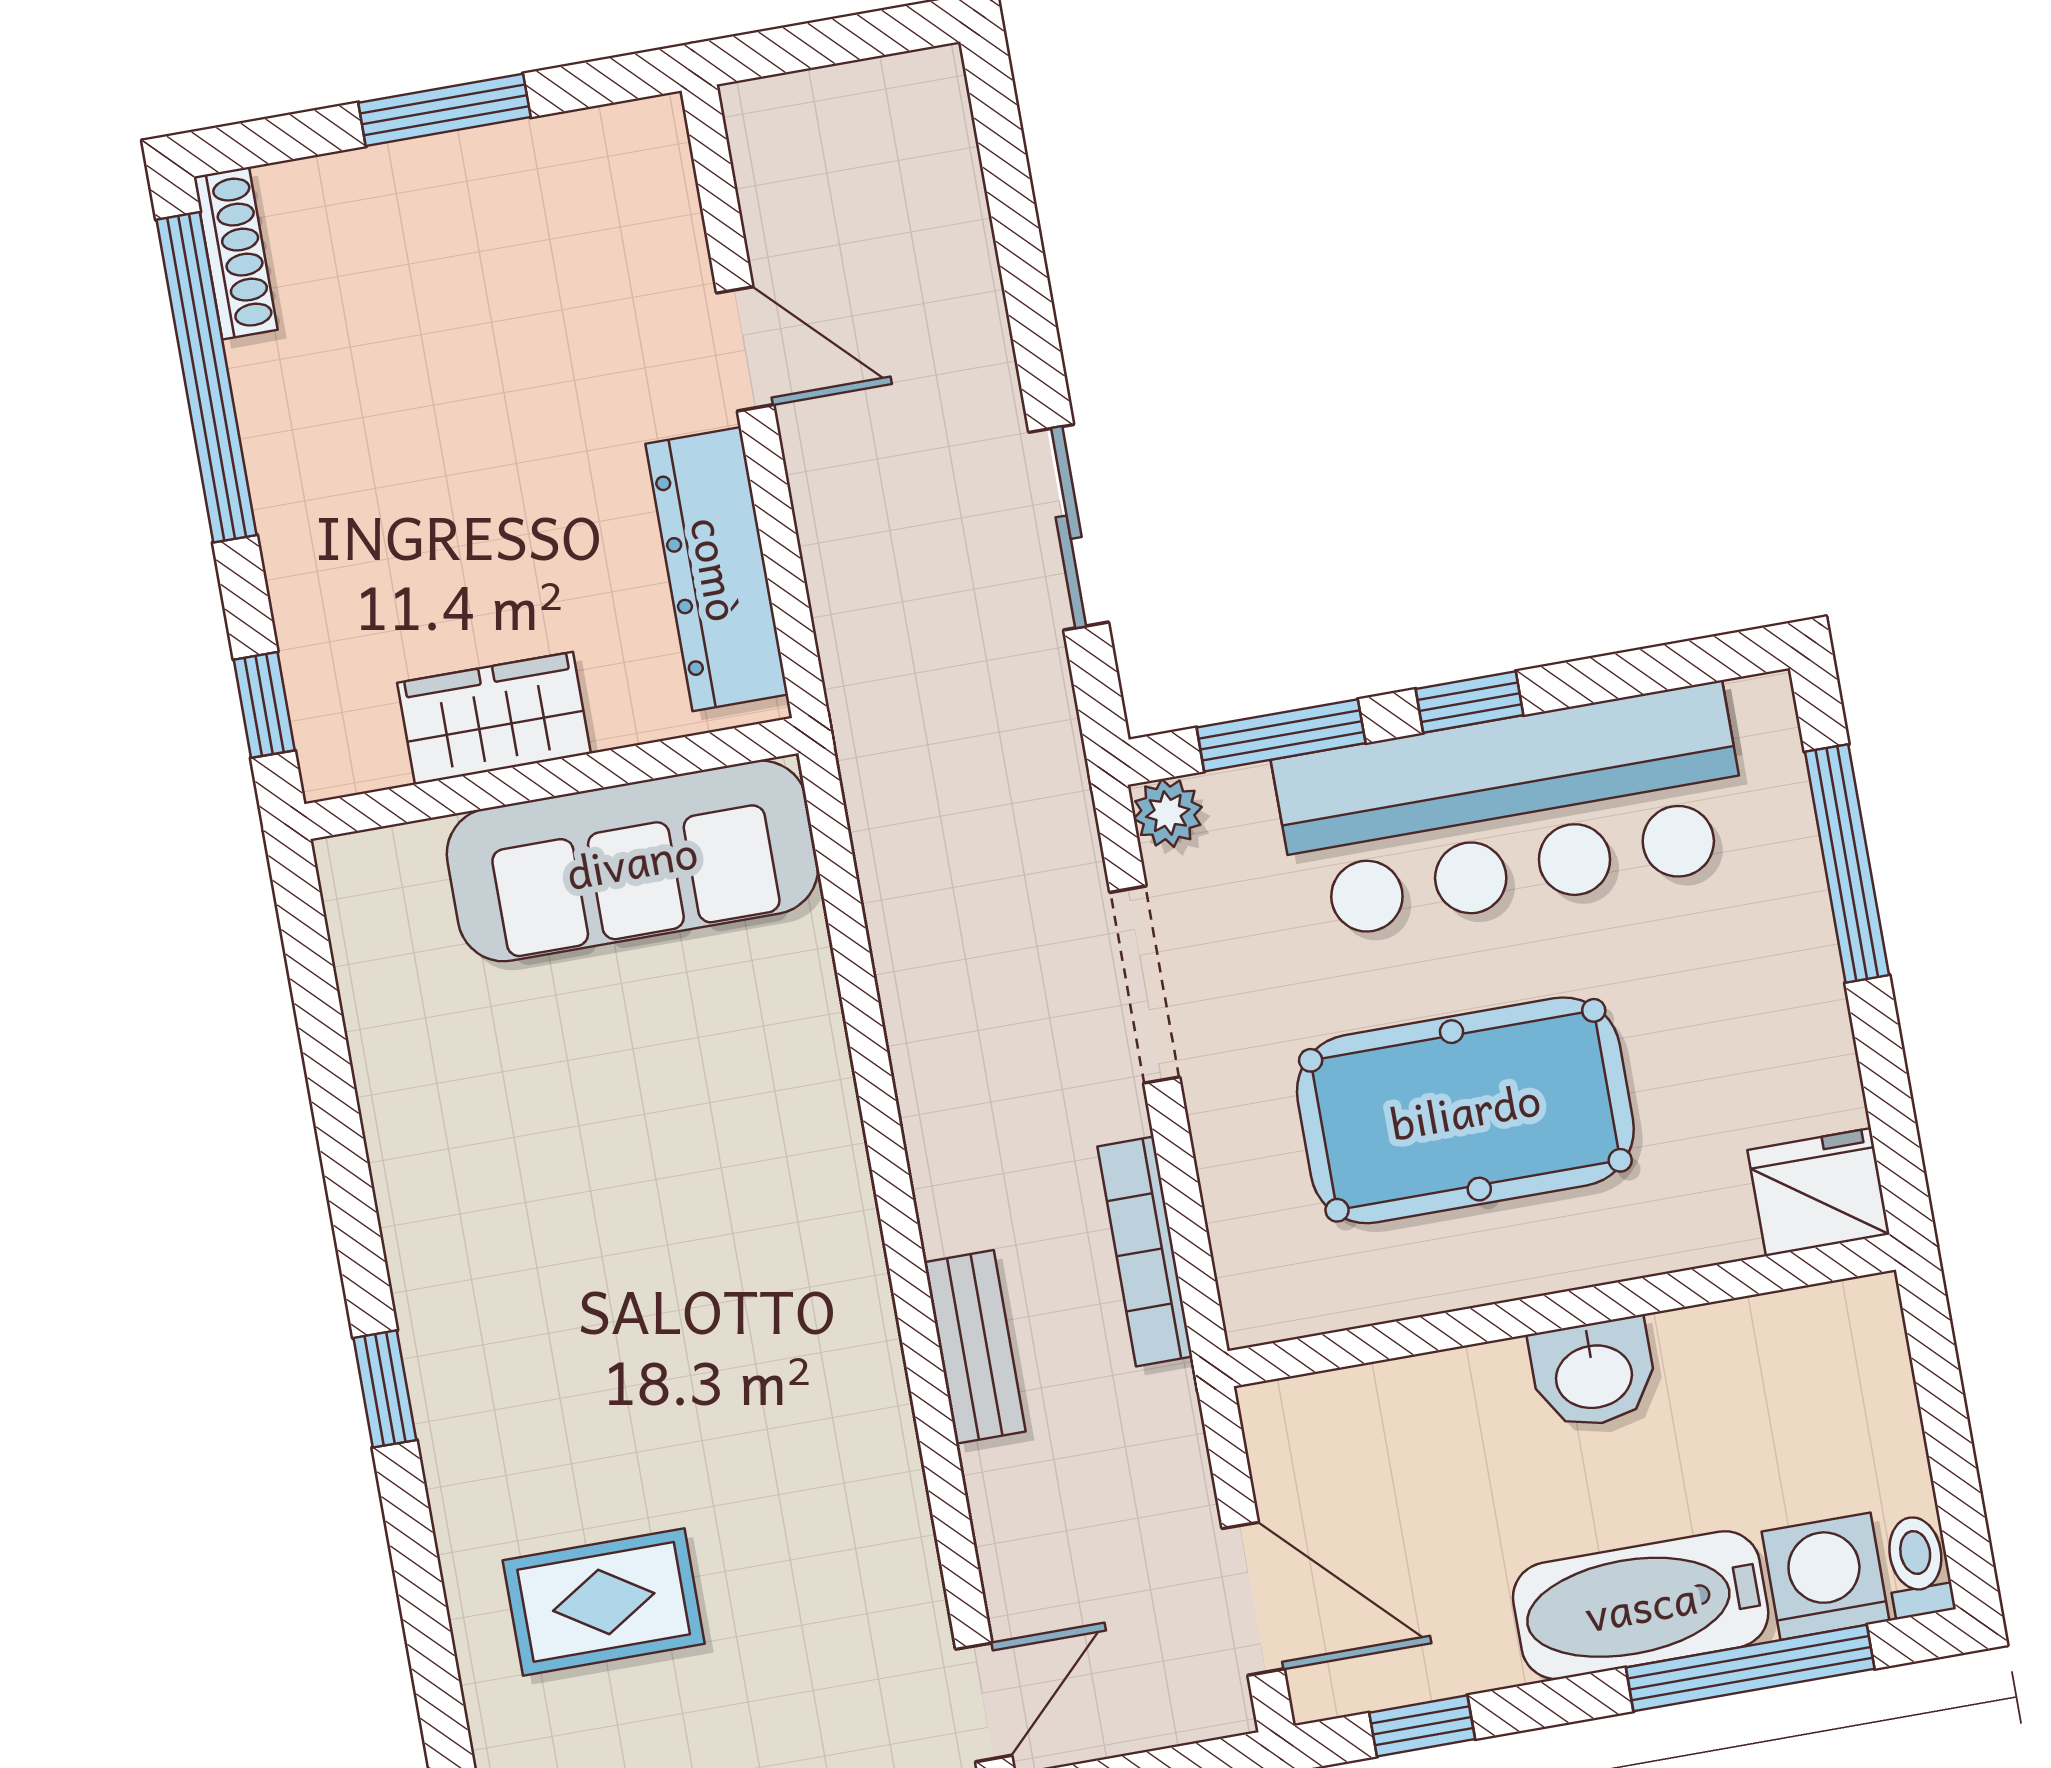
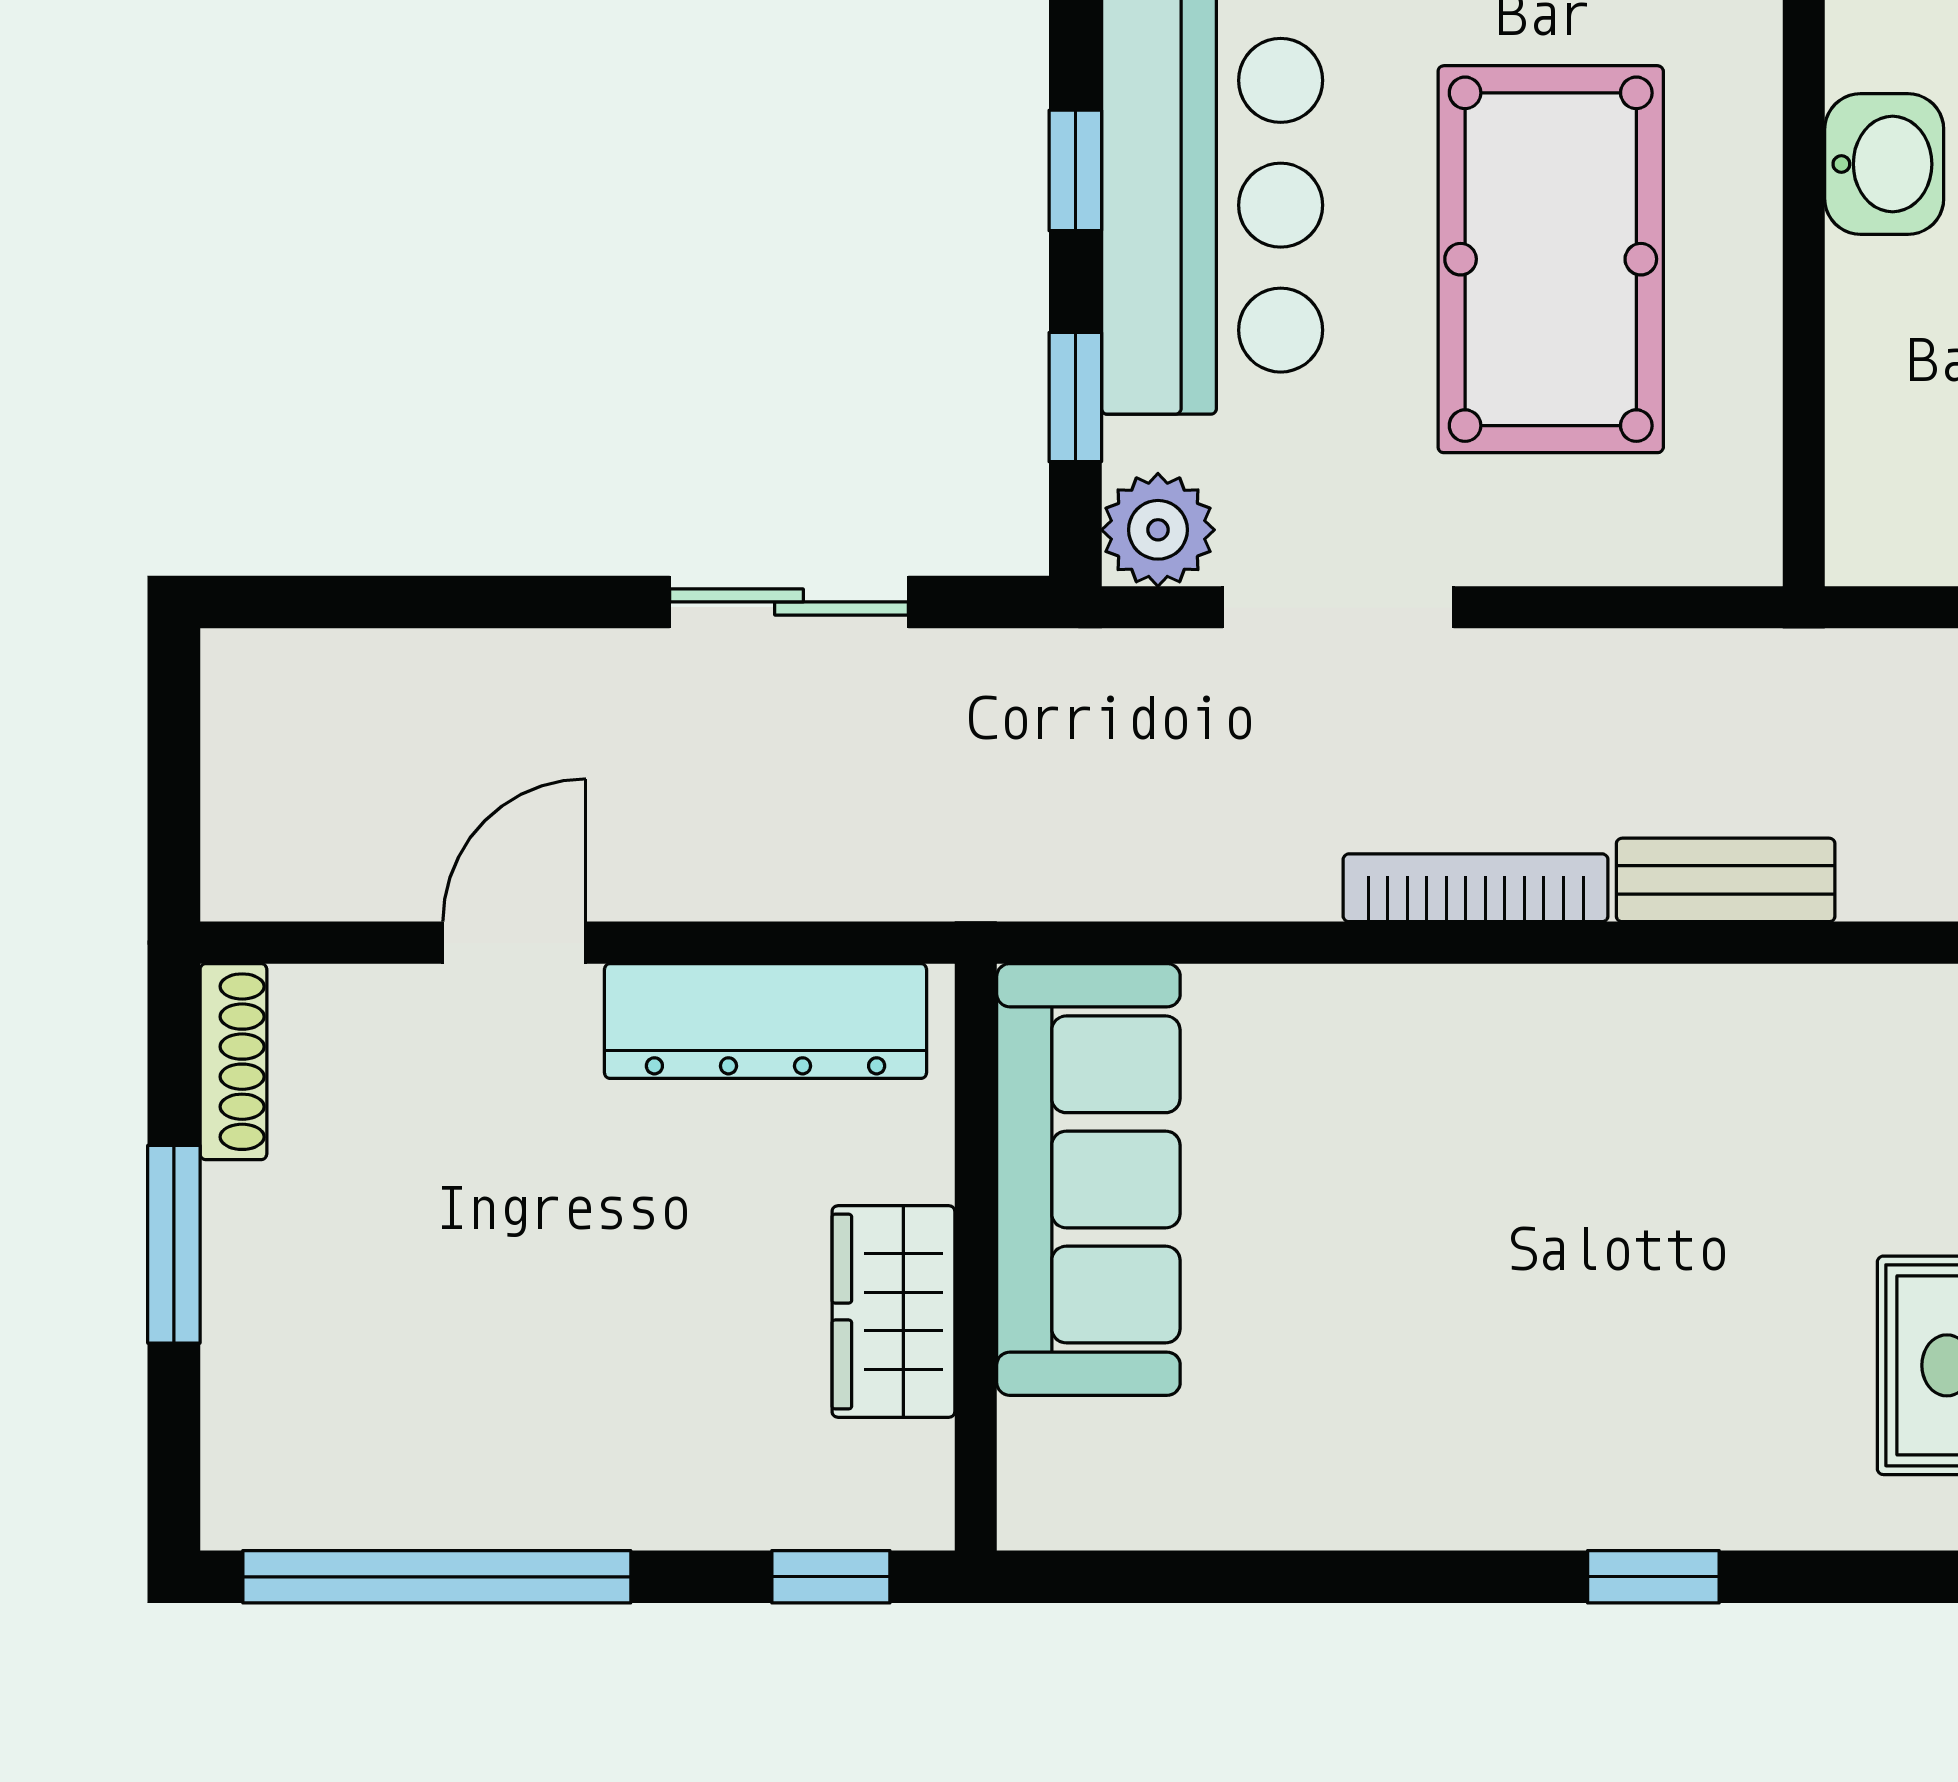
shoe rack: (236, 253) -> (233, 1062), moved, turned 90
window: (1281, 735) -> (1075, 397), width x0.67
plant: (1168, 813) -> (1158, 530), width x1.38, depth x1.38
bookcase: (1145, 1251) -> (1476, 888), moved, turned 180

